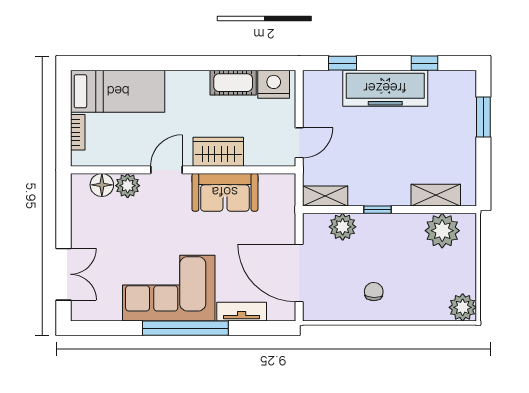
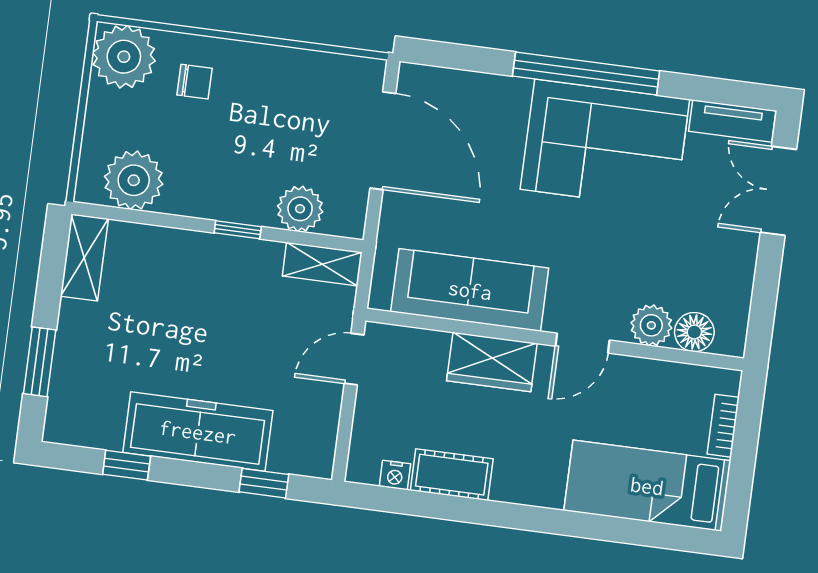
nightstand: (274, 84) -> (395, 475), width x0.53, depth x0.56
sofa: (225, 192) -> (470, 290), width x1.36
shelving: (436, 195) -> (84, 258), moved, turned 90
chair: (374, 292) -> (195, 82), moved, turned -92
plant: (463, 307) -> (124, 57), width x1.36, depth x1.36
tv unit: (242, 312) -> (732, 121), moved

